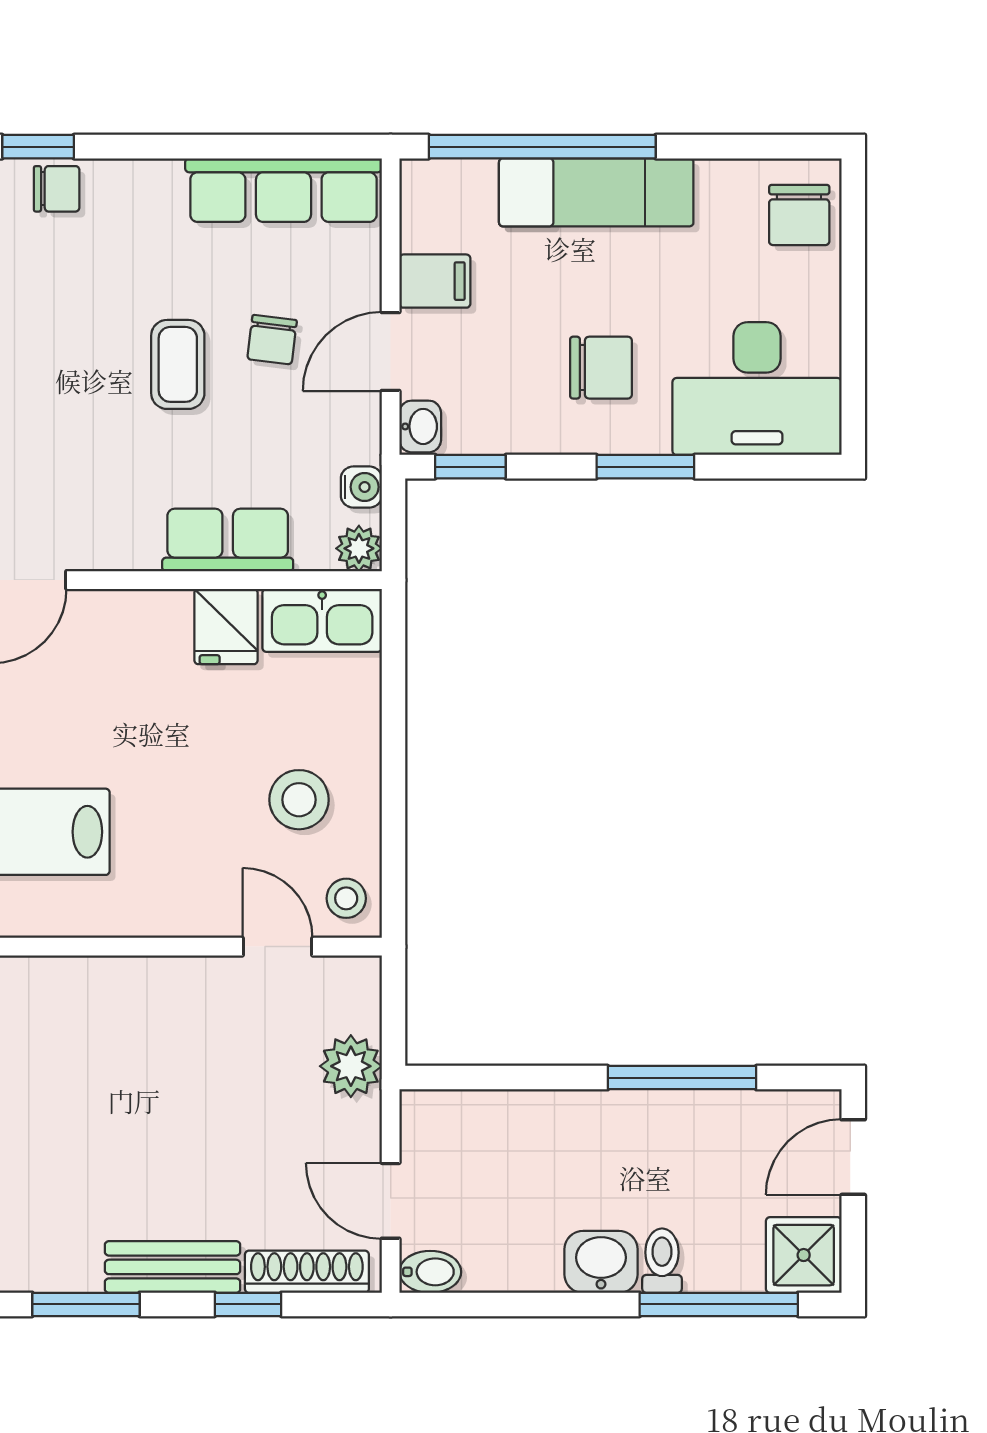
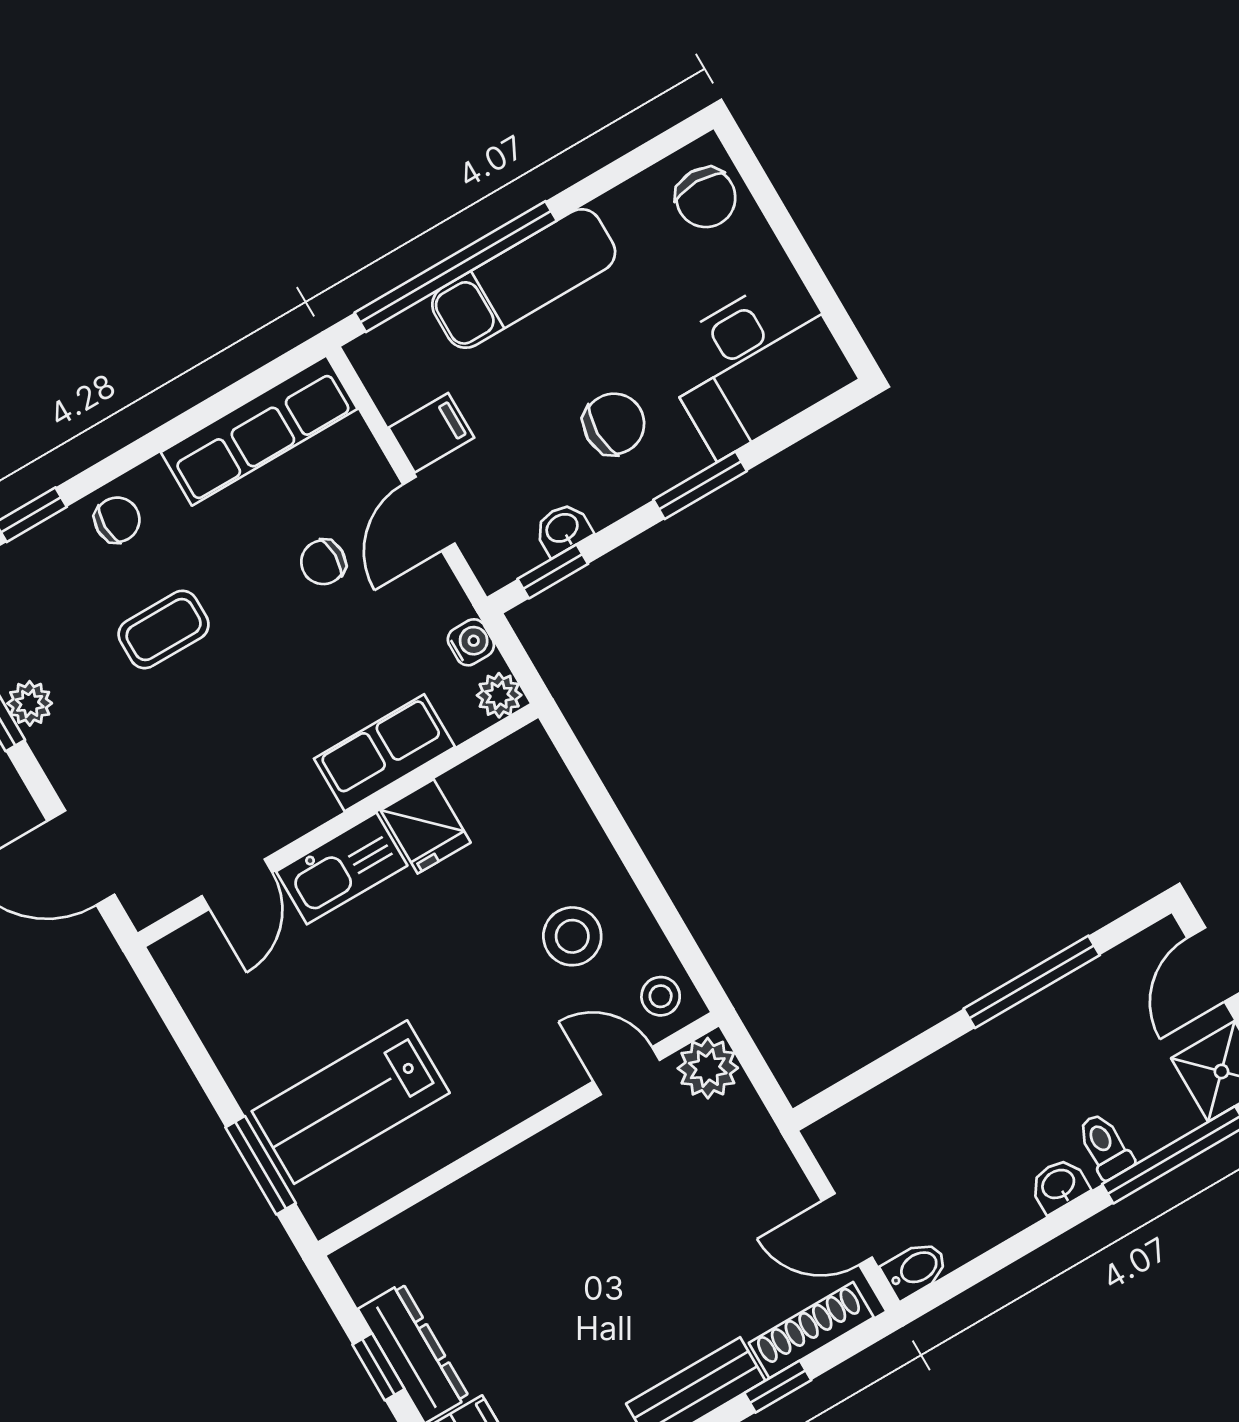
chair: (57, 189) -> (117, 520), moved
chair: (272, 340) -> (323, 562), turned 83
coffee table: (178, 364) -> (164, 629), moved, turned 90
washbasin: (420, 426) -> (563, 529), moved, turned -90
kitchen sink: (322, 620) -> (342, 868), moved
plant: (351, 1066) -> (708, 1068), moved
washbasin: (601, 1262) -> (1059, 1185), width x0.72, depth x0.69

